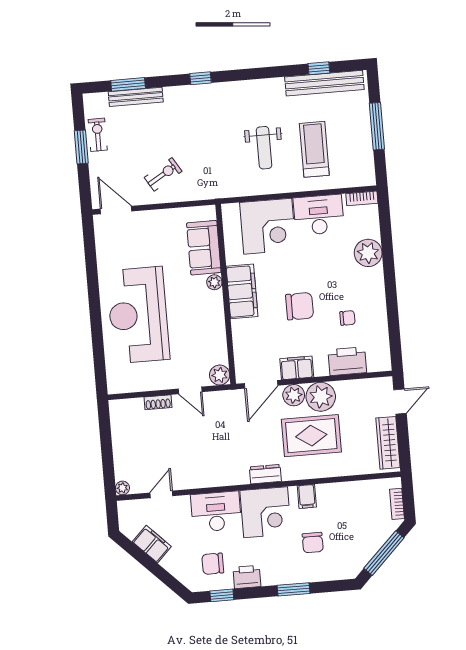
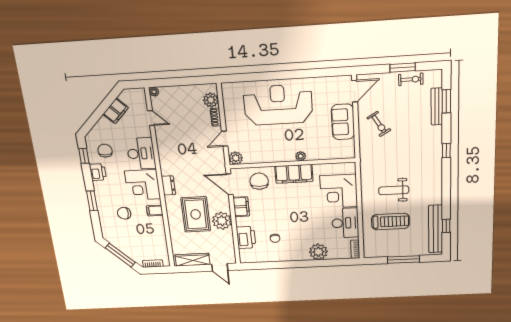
sofa: (204, 248) -> (343, 122), moved, turned -90
chair: (300, 306) -> (259, 181), moved, turned 180
plant: (294, 395) -> (211, 100), moved

